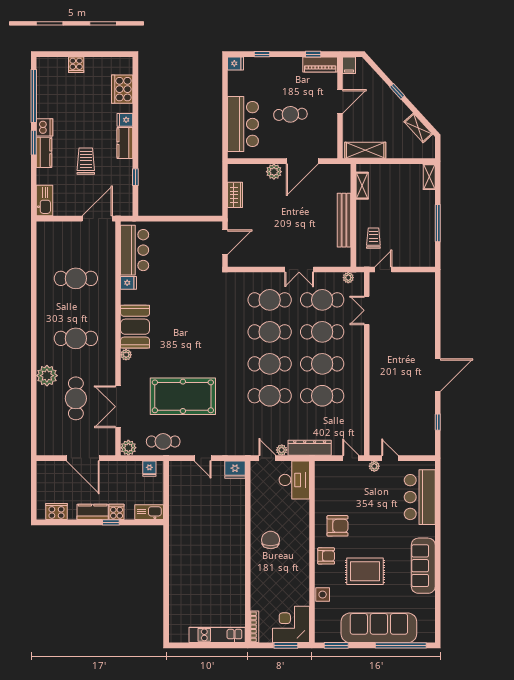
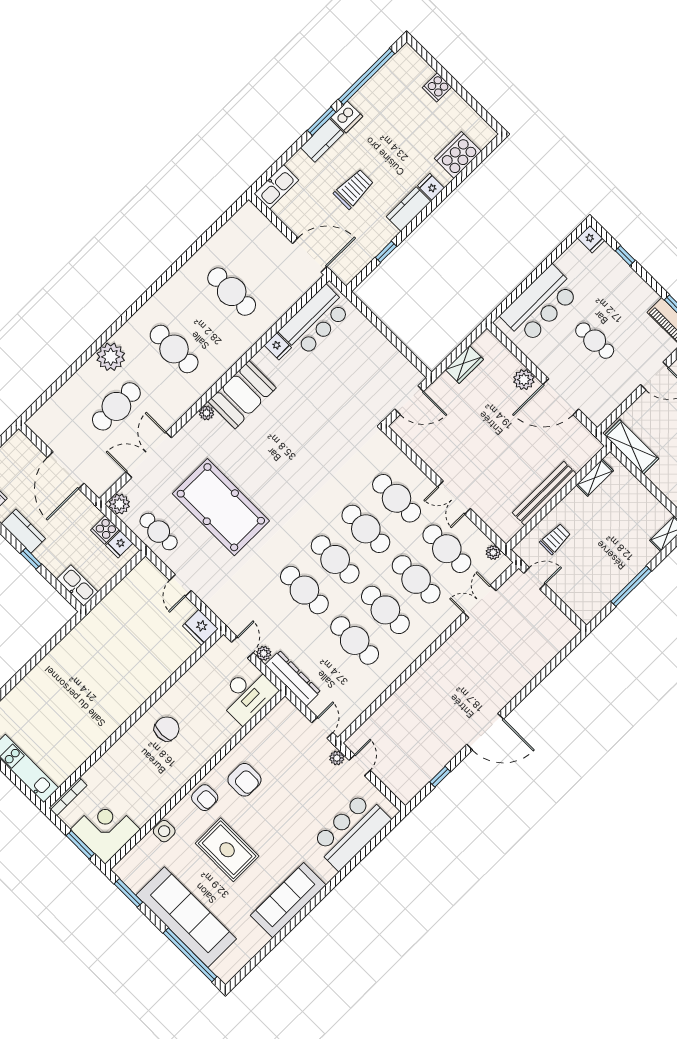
cooker: (117, 512) -> (105, 530), moved, turned 180

